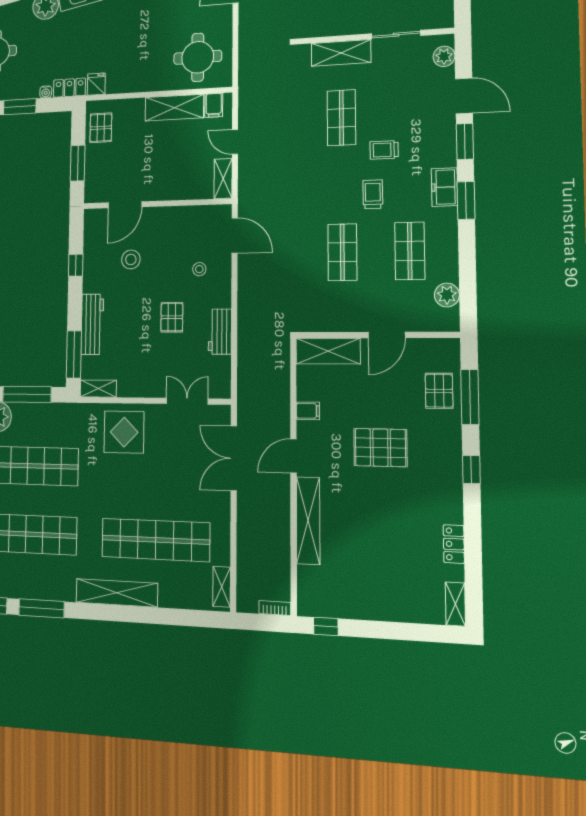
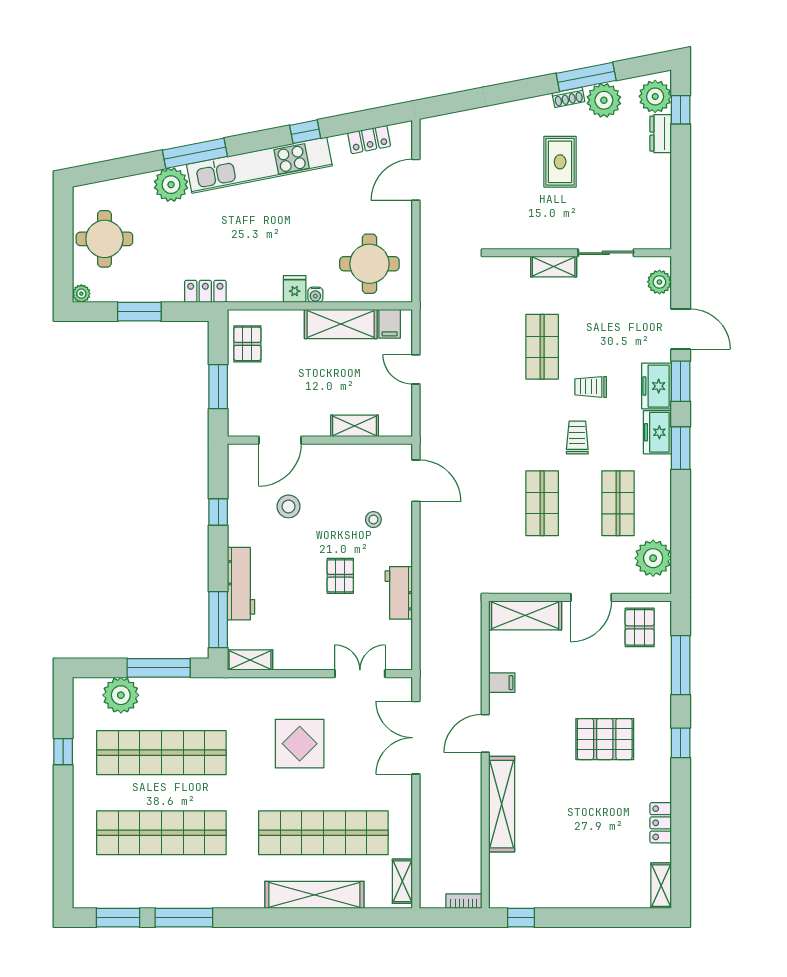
shelving: (341, 53) -> (554, 267), width x0.67, depth x0.75
fridge: (96, 84) -> (295, 289), moved
water cooler: (46, 92) -> (315, 295), moved
freezer: (443, 147) -> (657, 386), added
shelving: (223, 179) -> (355, 426), moved, turned 90
plant: (447, 295) -> (653, 558), width x1.36, depth x1.36
pallet: (439, 391) -> (640, 627), moved
display table: (124, 432) -> (300, 744), moved
pallet: (380, 448) -> (605, 739), moved
shelving: (117, 593) -> (314, 895), moved

